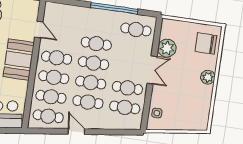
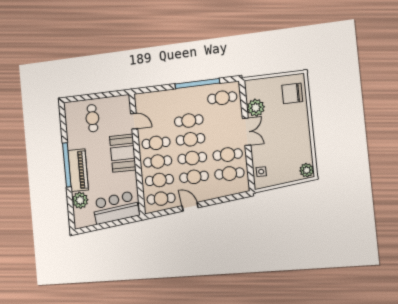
plant: (208, 77) -> (307, 170), moved

